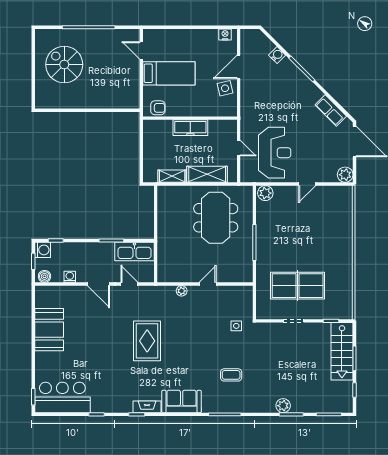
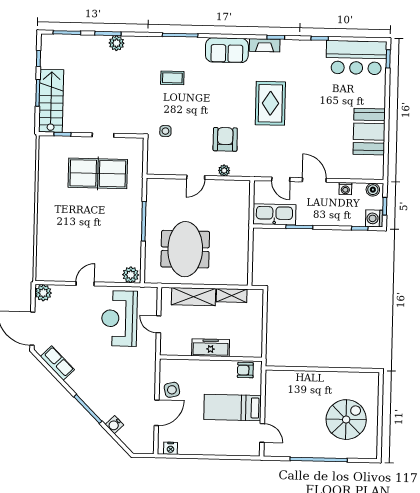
spiral stairs: (64, 65) -> (346, 420), turned -90
armchair: (181, 320) -> (225, 139), added
rug: (147, 341) -> (270, 103), moved

